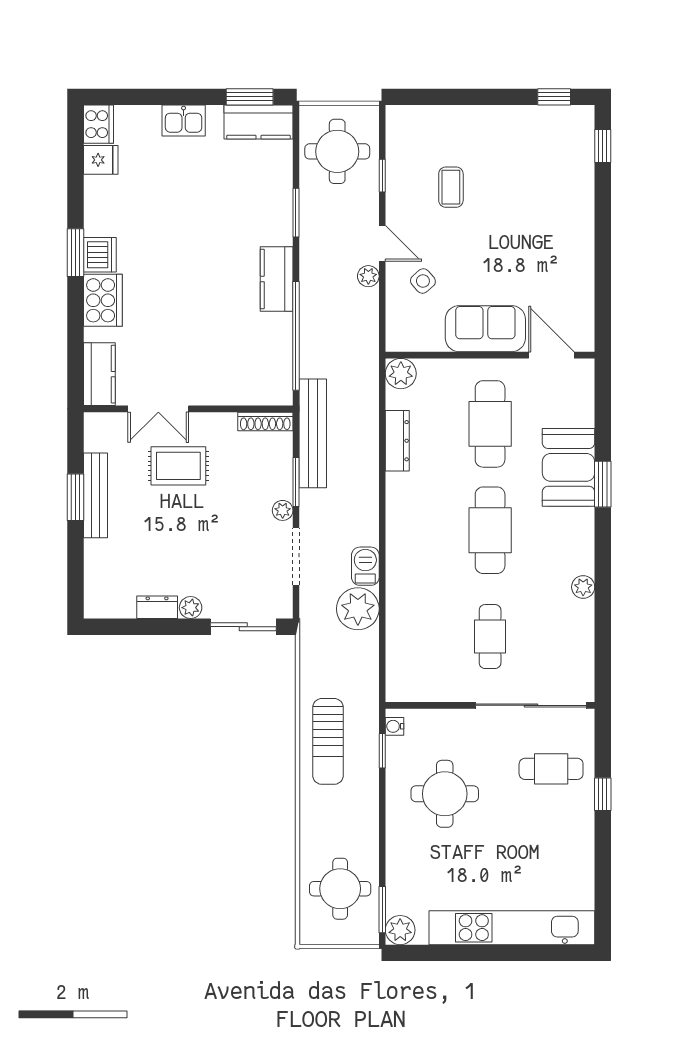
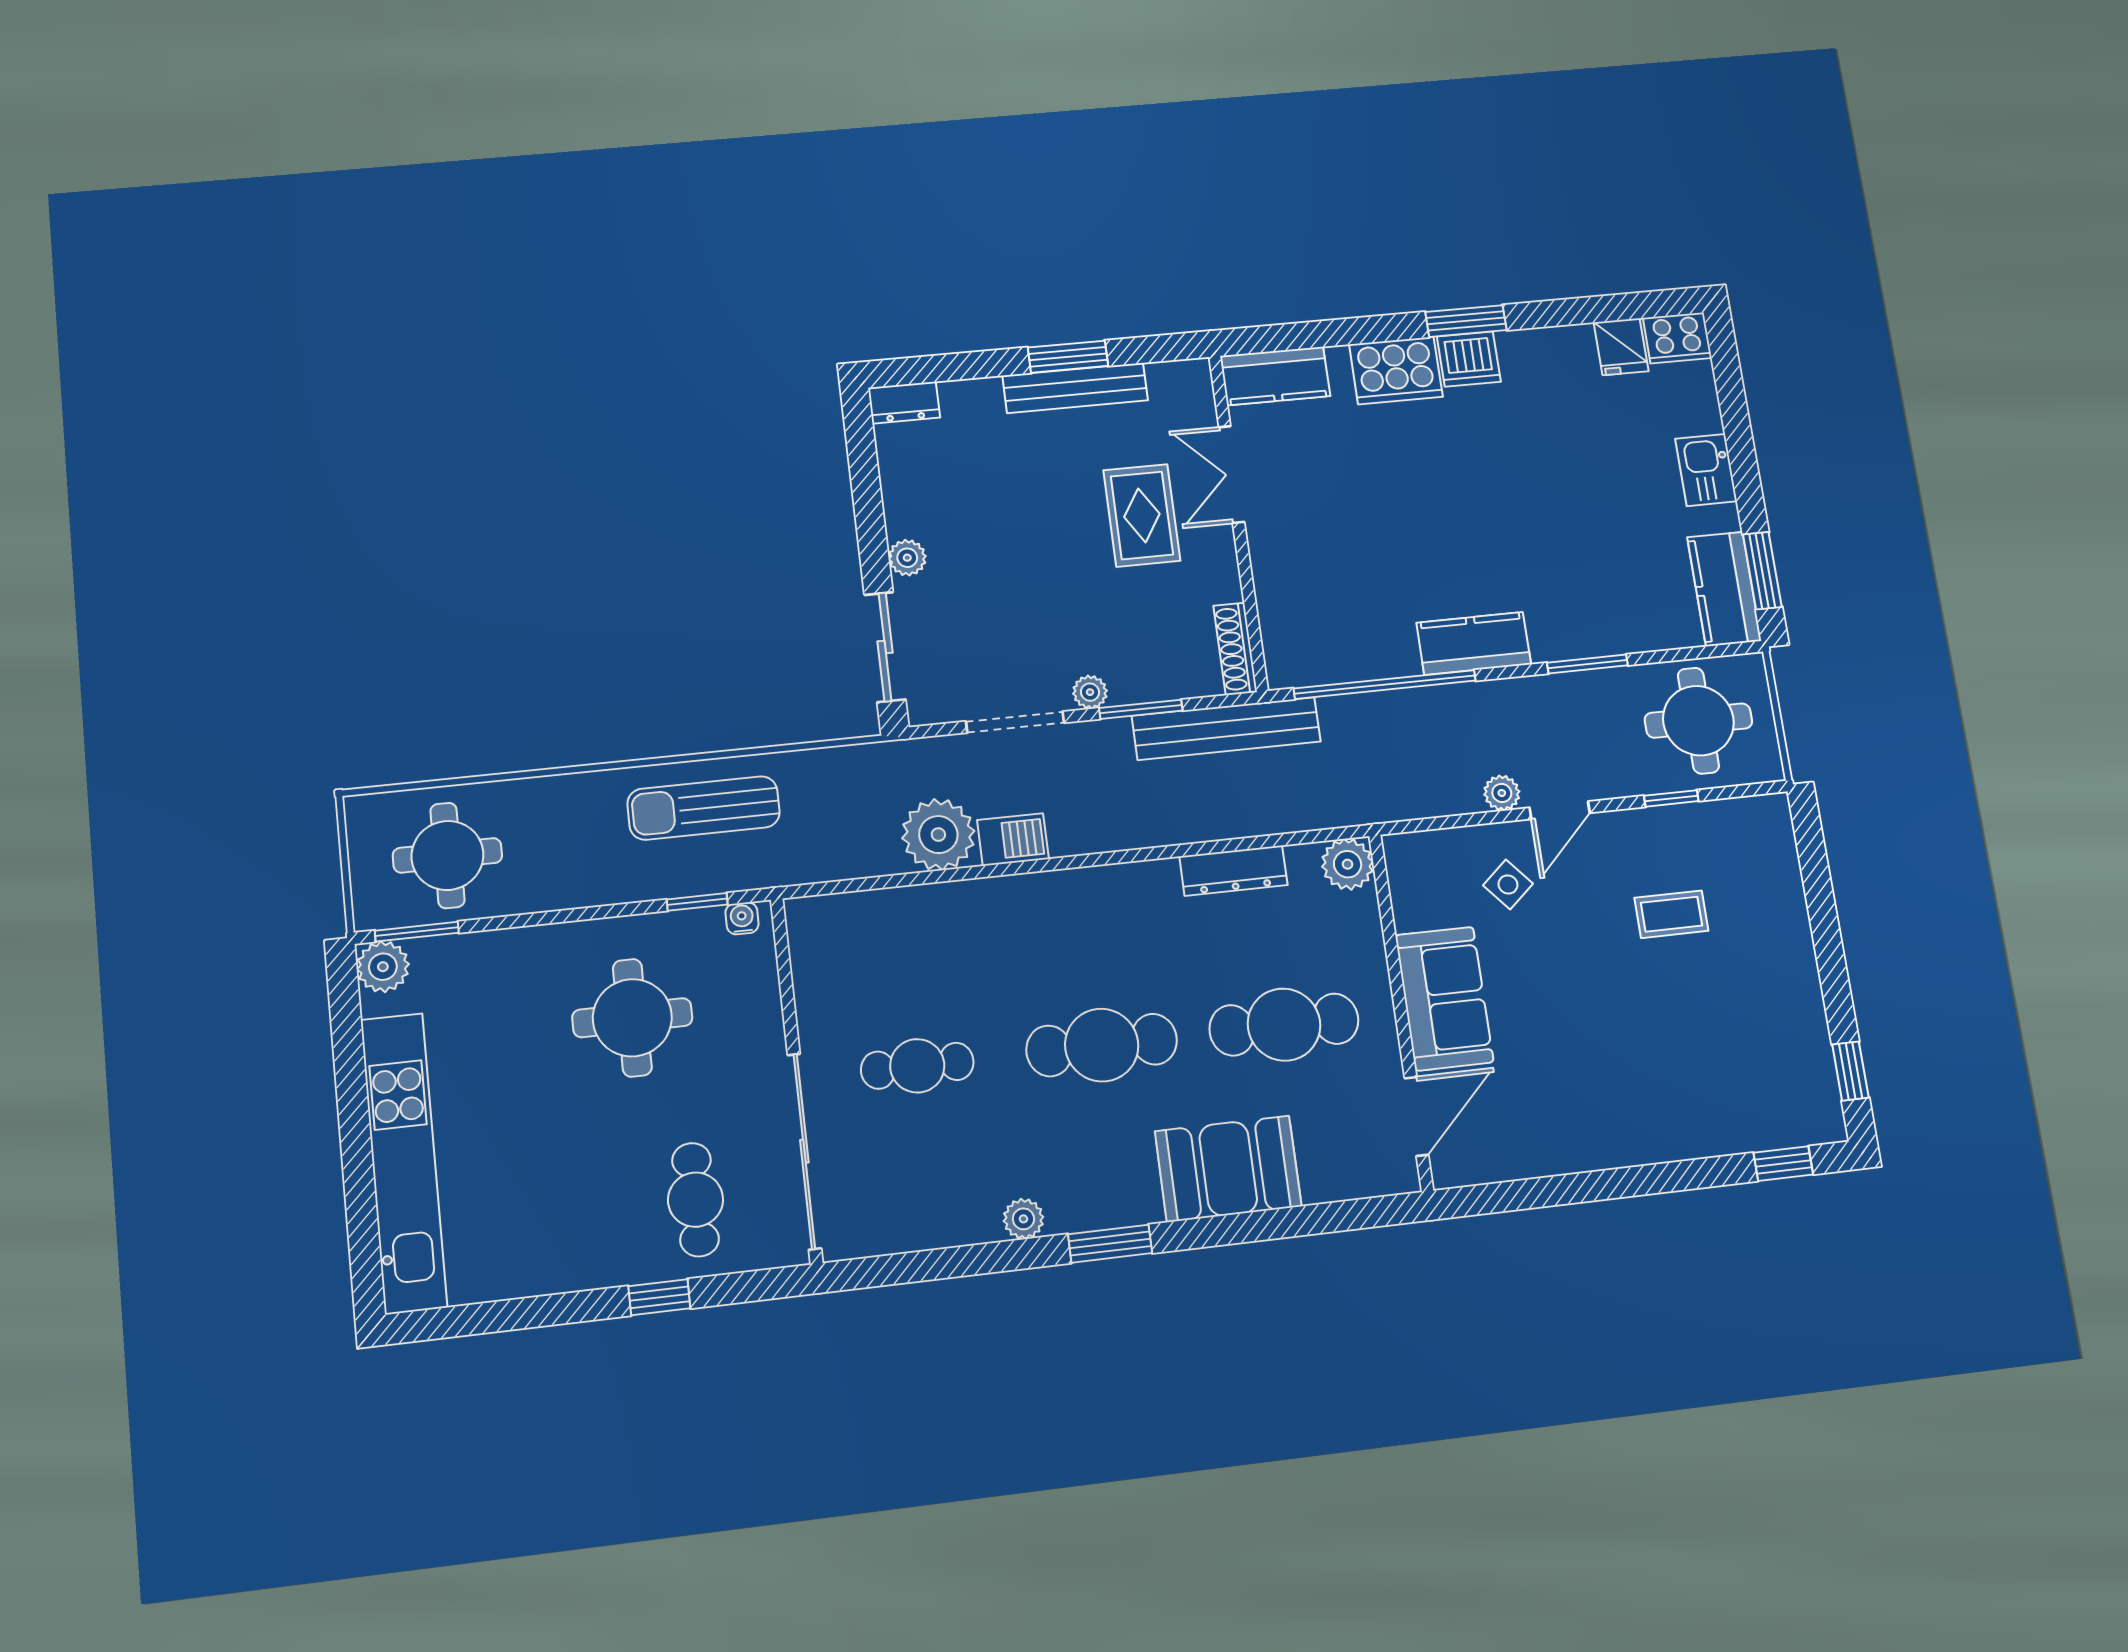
window: (603, 484) -> (1110, 1244), moved
dresser: (157, 607) -> (904, 403), moved, turned 90

